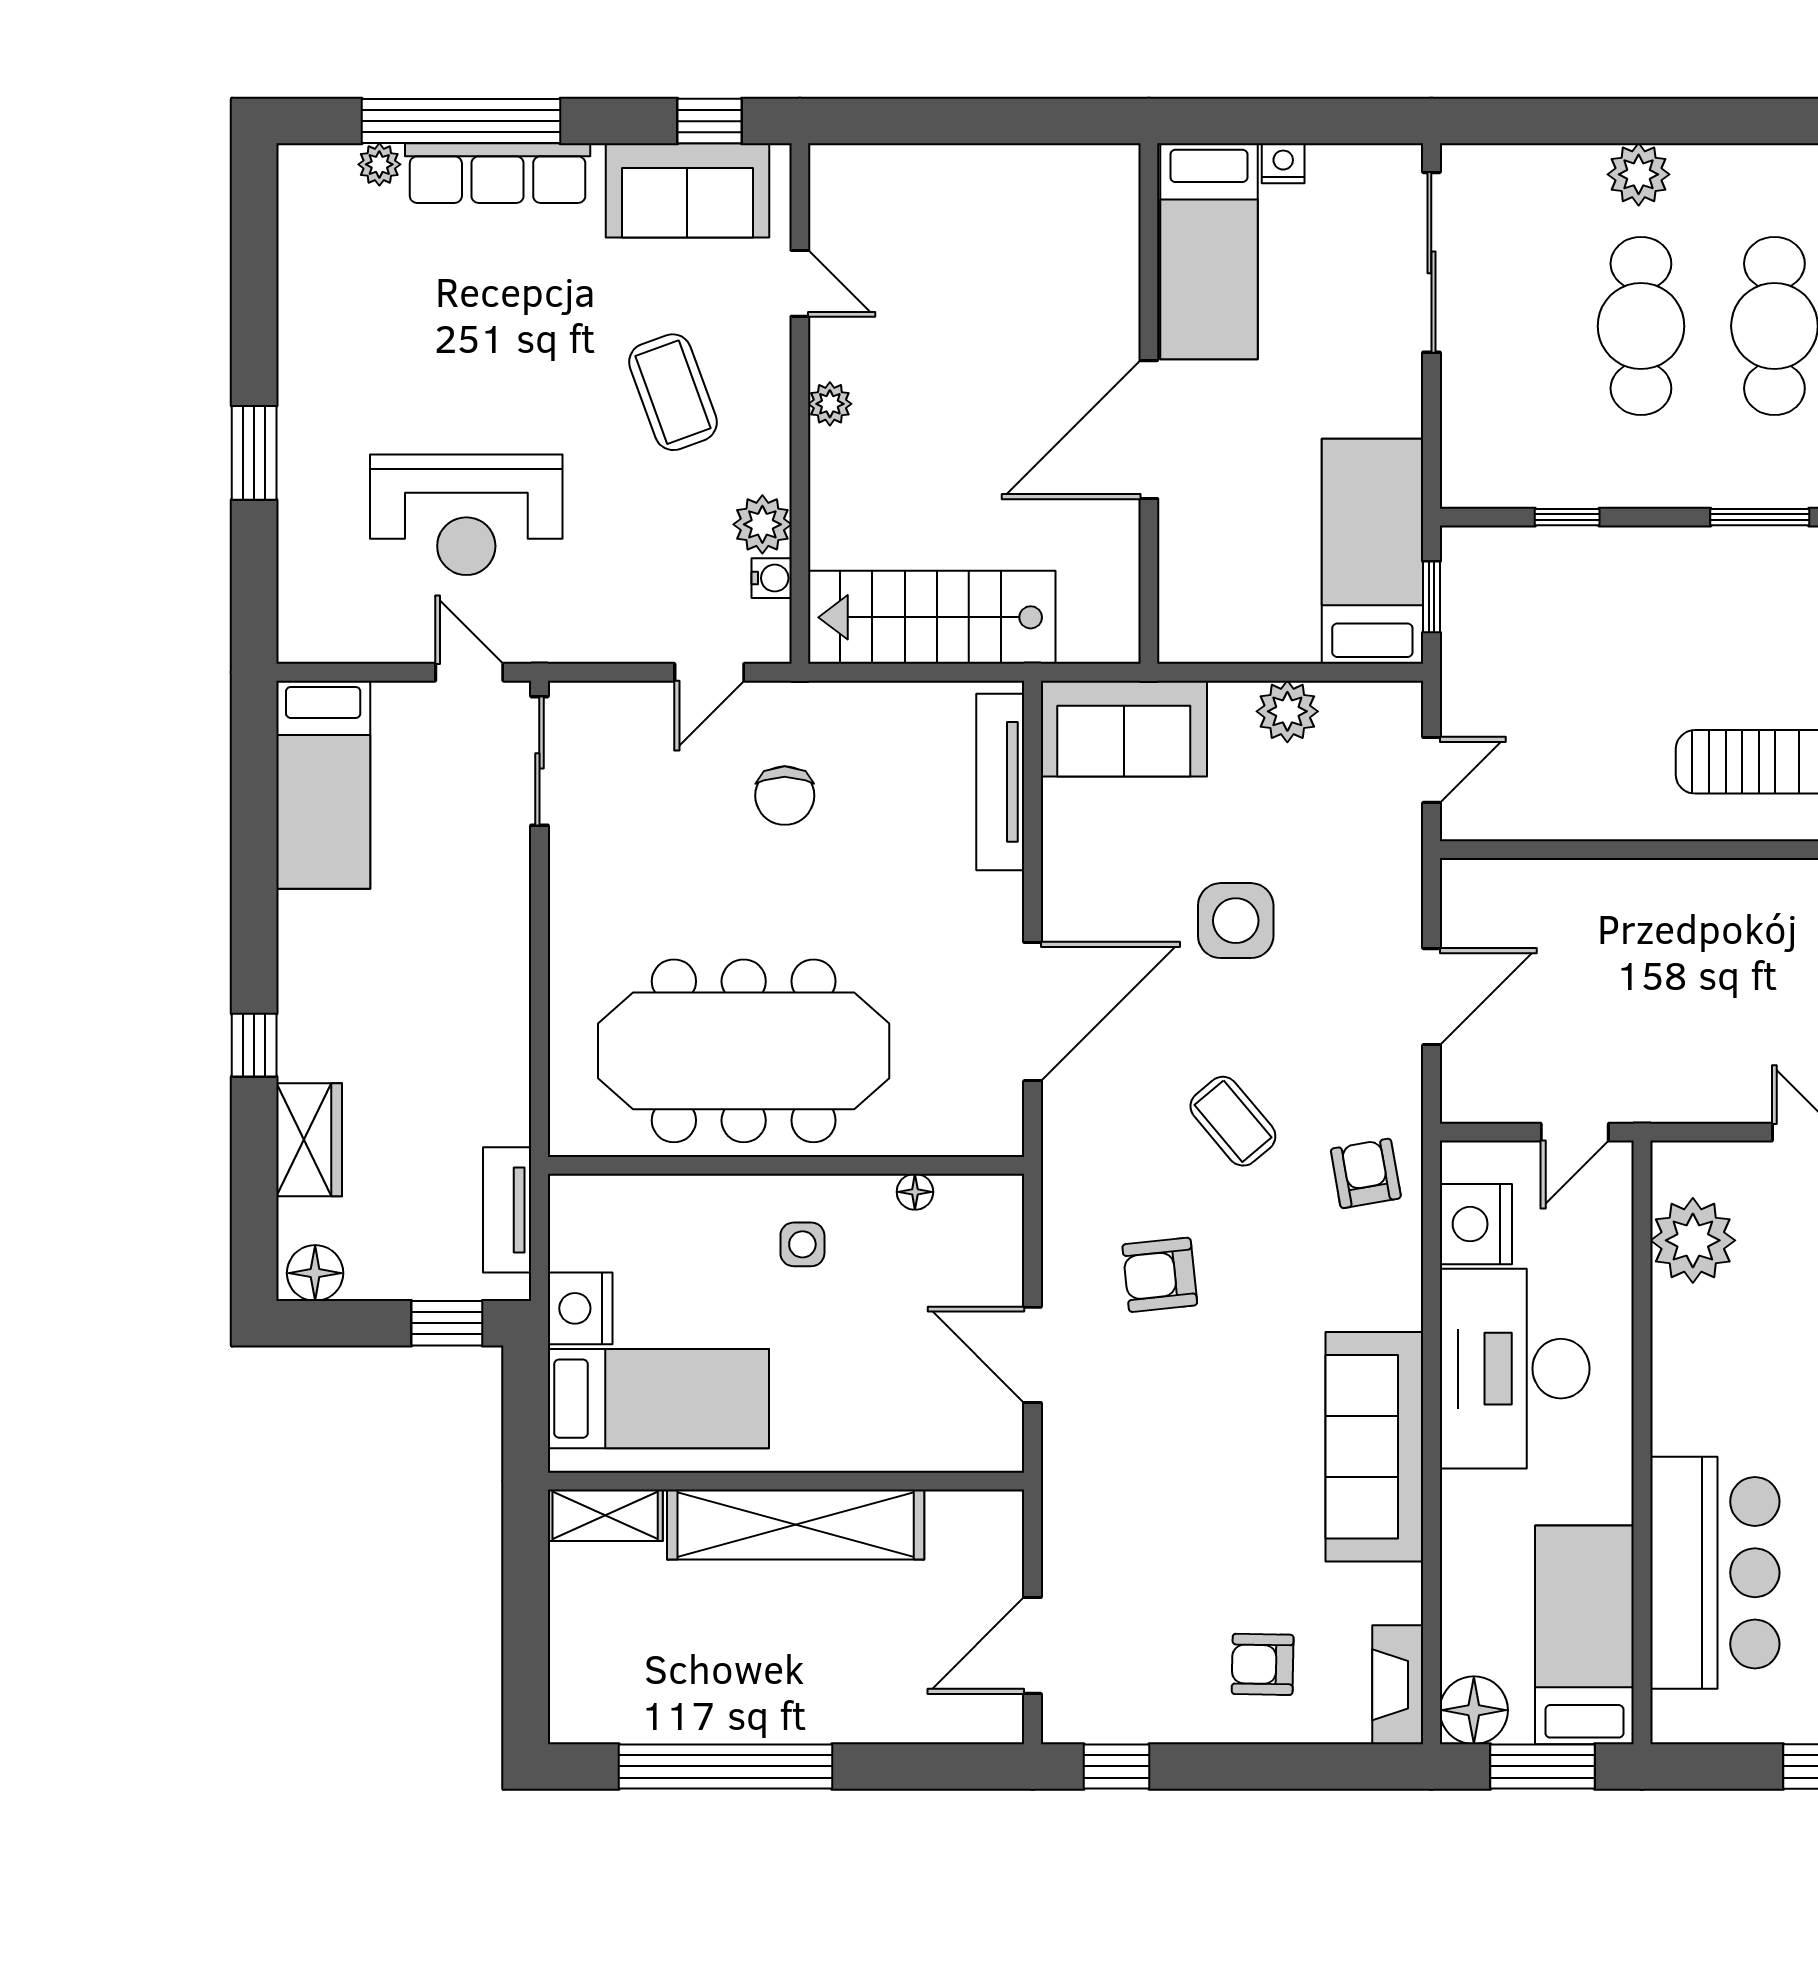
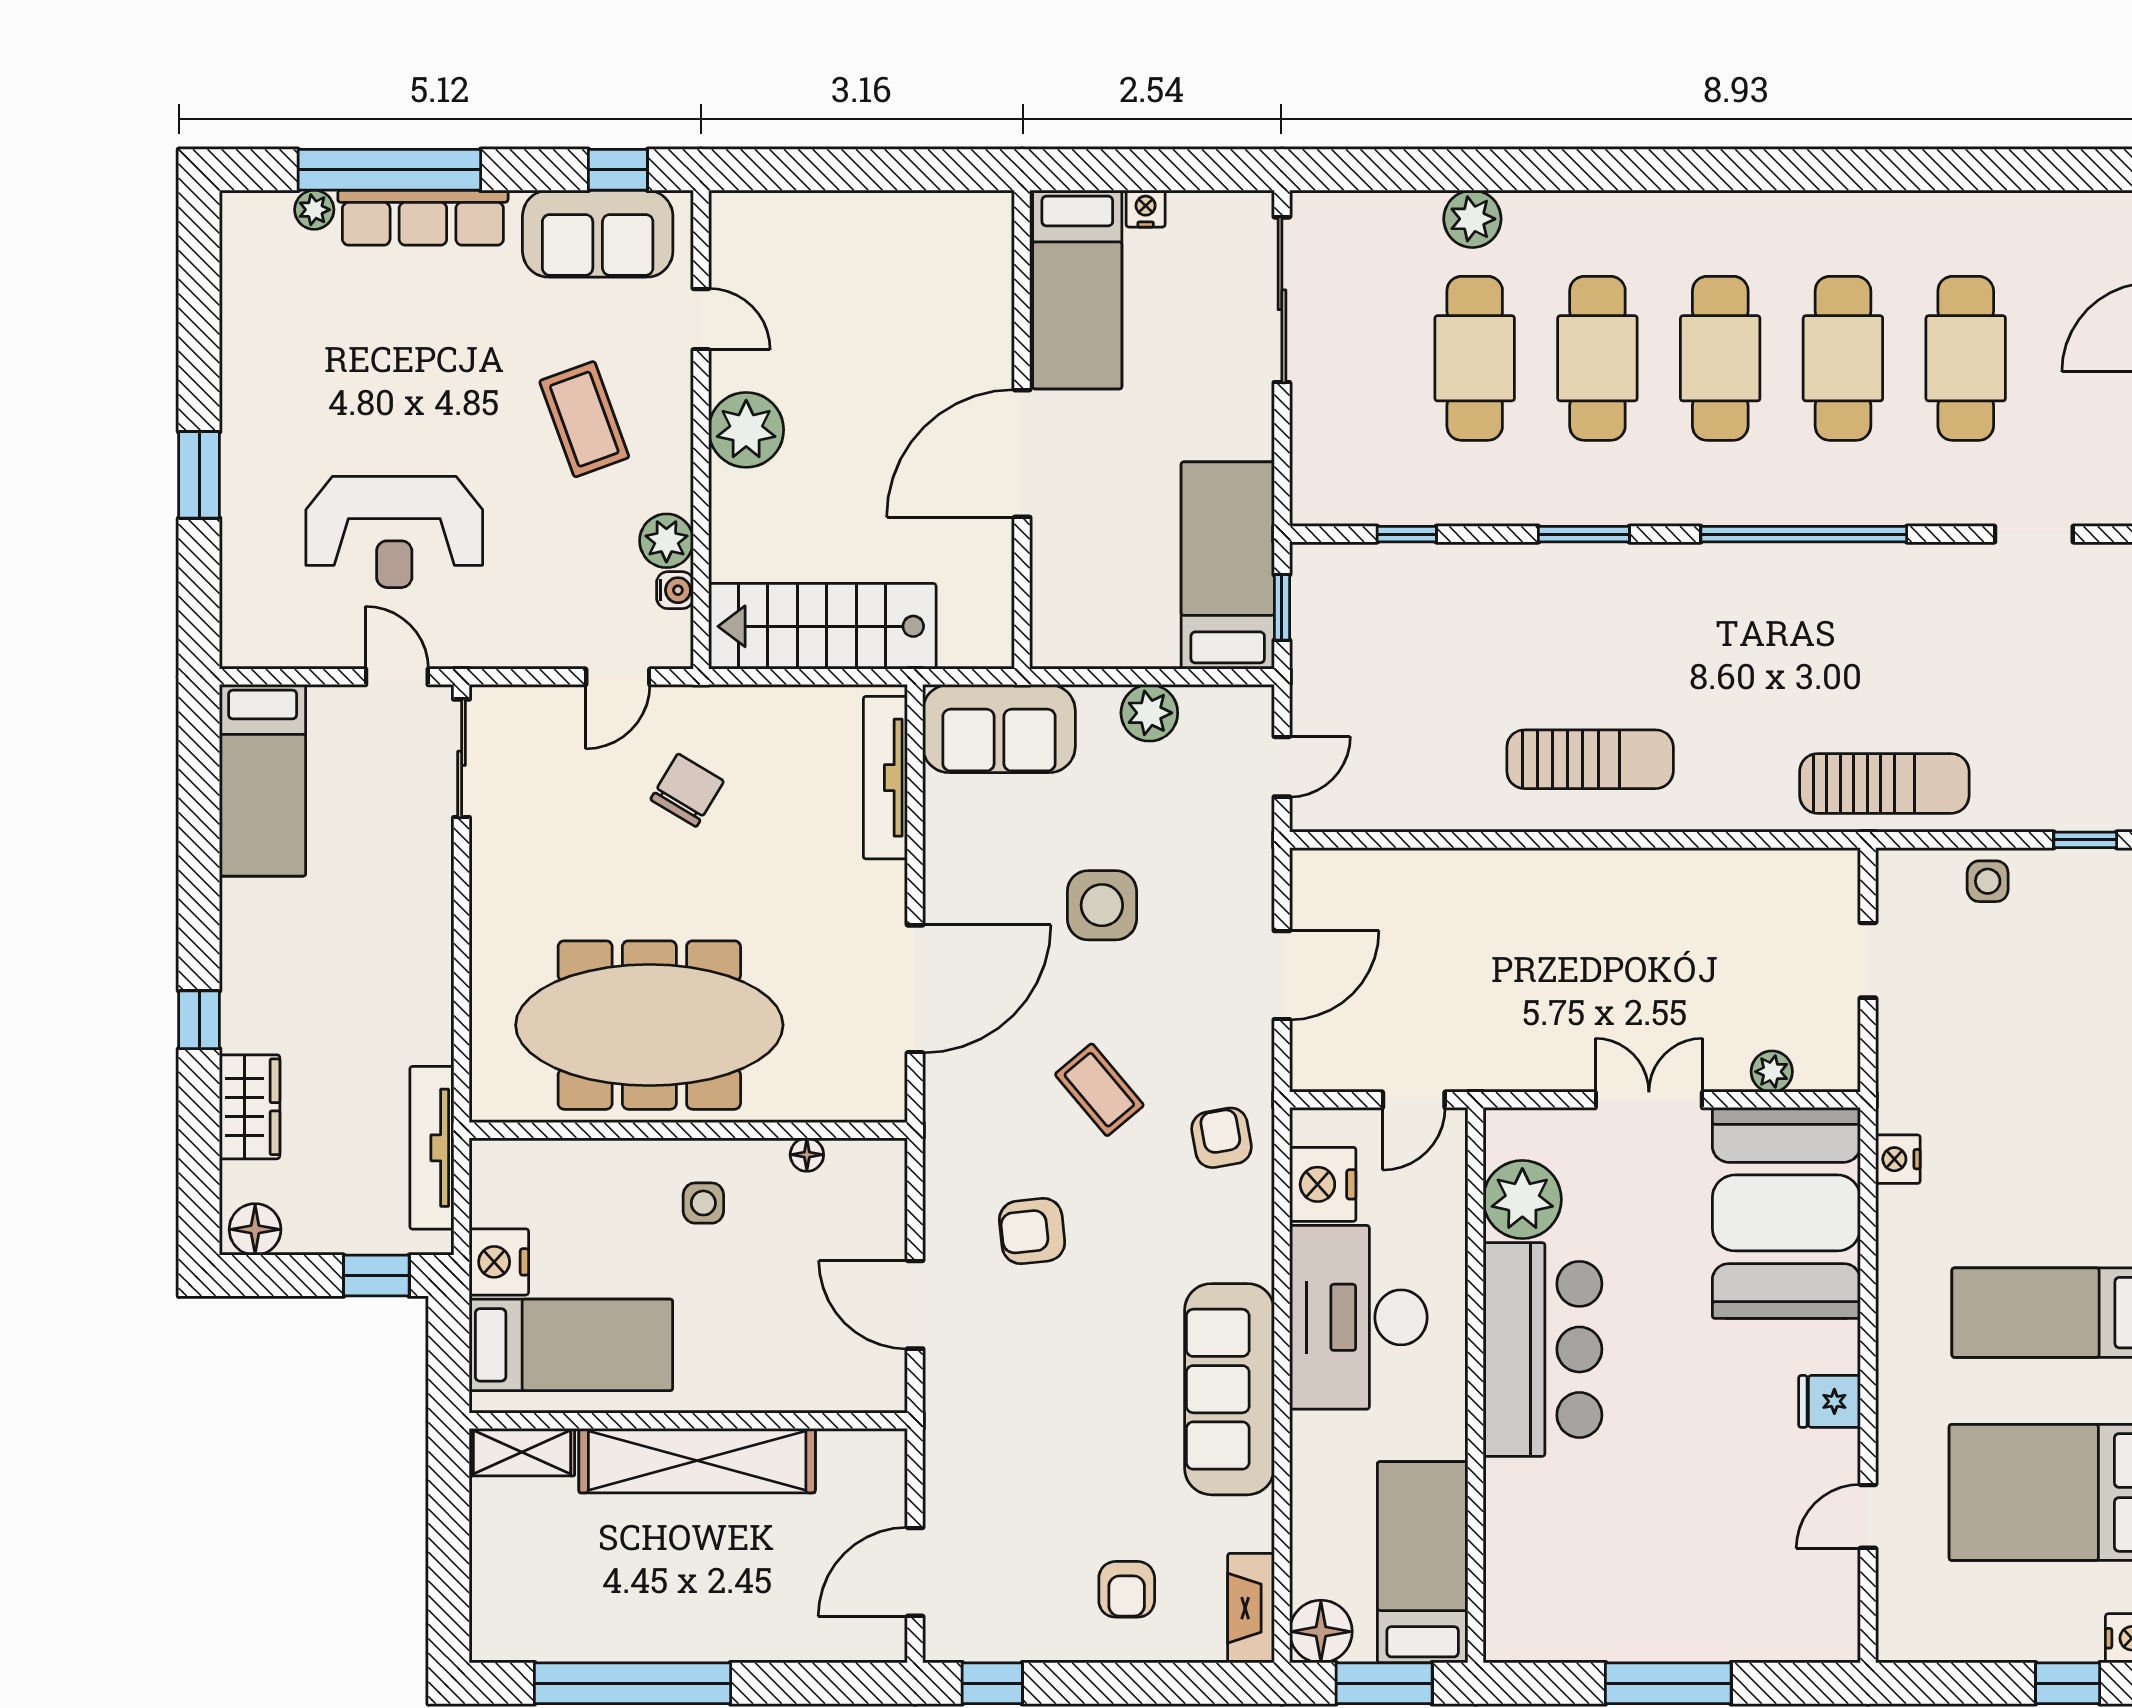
plant: (830, 404) -> (746, 430), width x1.87, depth x1.87
chair: (785, 796) -> (687, 790), turned -149
tv unit: (507, 1210) -> (432, 1148), width x1.41
bar counter: (1715, 1573) -> (1543, 1349), moved
armchair: (1263, 1664) -> (1127, 1589), turned -91

